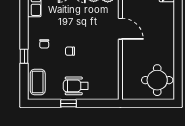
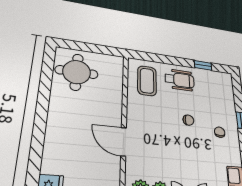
coffee table: (38, 82) -> (147, 81), moved
window: (69, 103) -> (203, 65), moved

